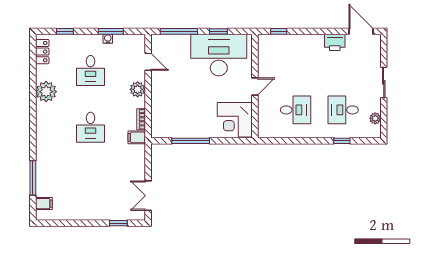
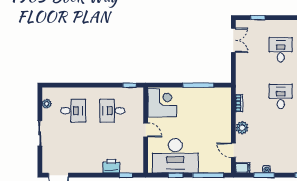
printer: (335, 42) -> (111, 166), moved
desk: (91, 70) -> (281, 50), moved
door: (255, 86) -> (146, 130), swing flipped
filing cabinet: (137, 137) -> (243, 168), moved
window: (342, 141) -> (130, 85), moved

